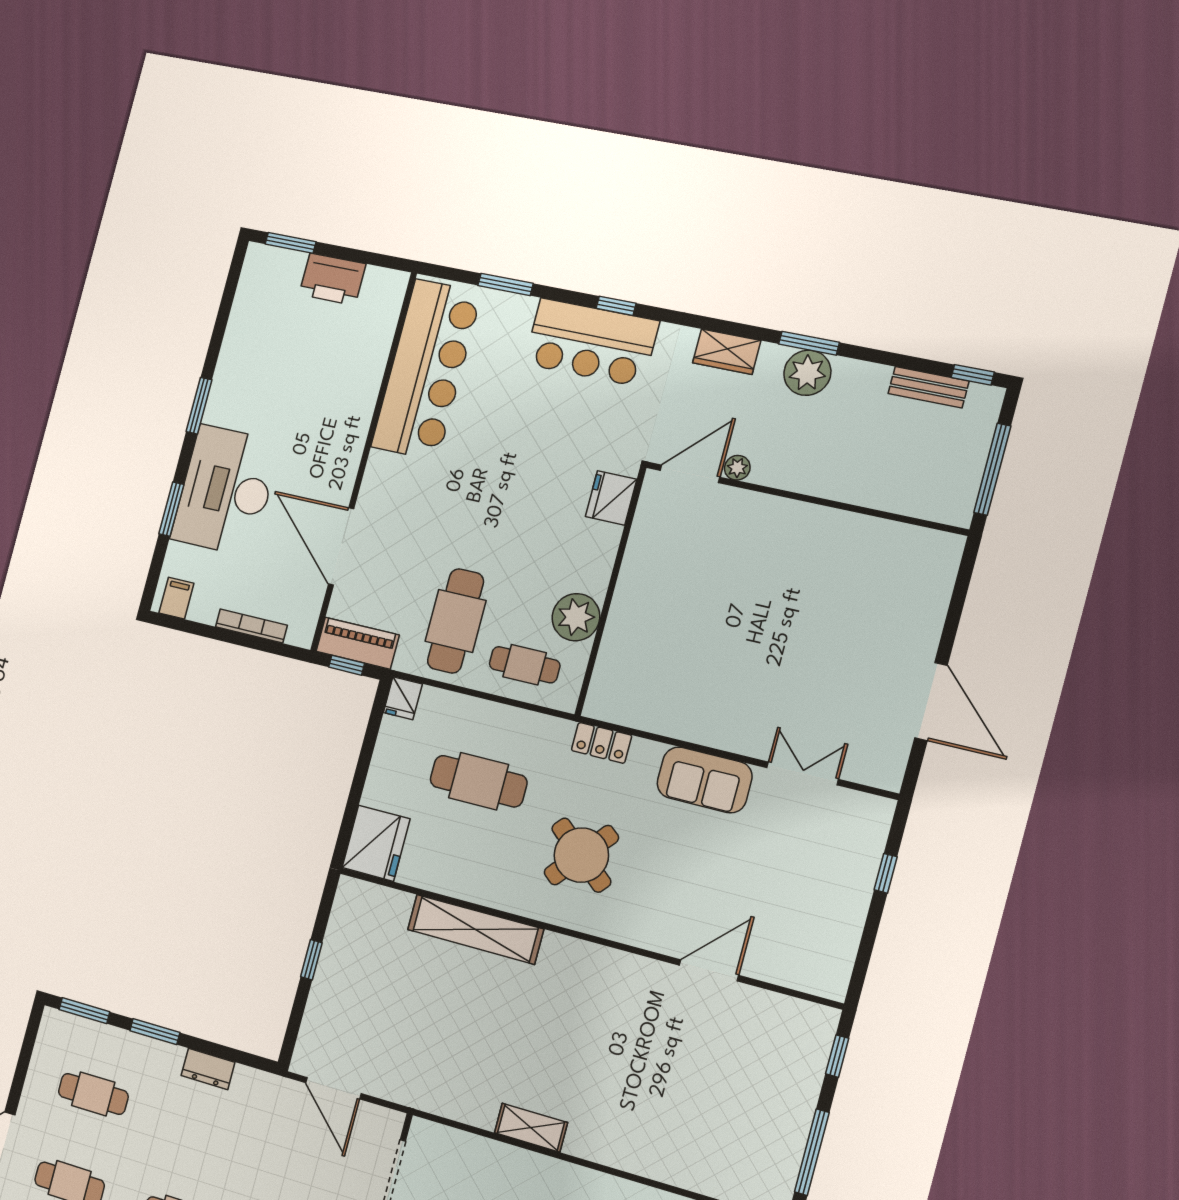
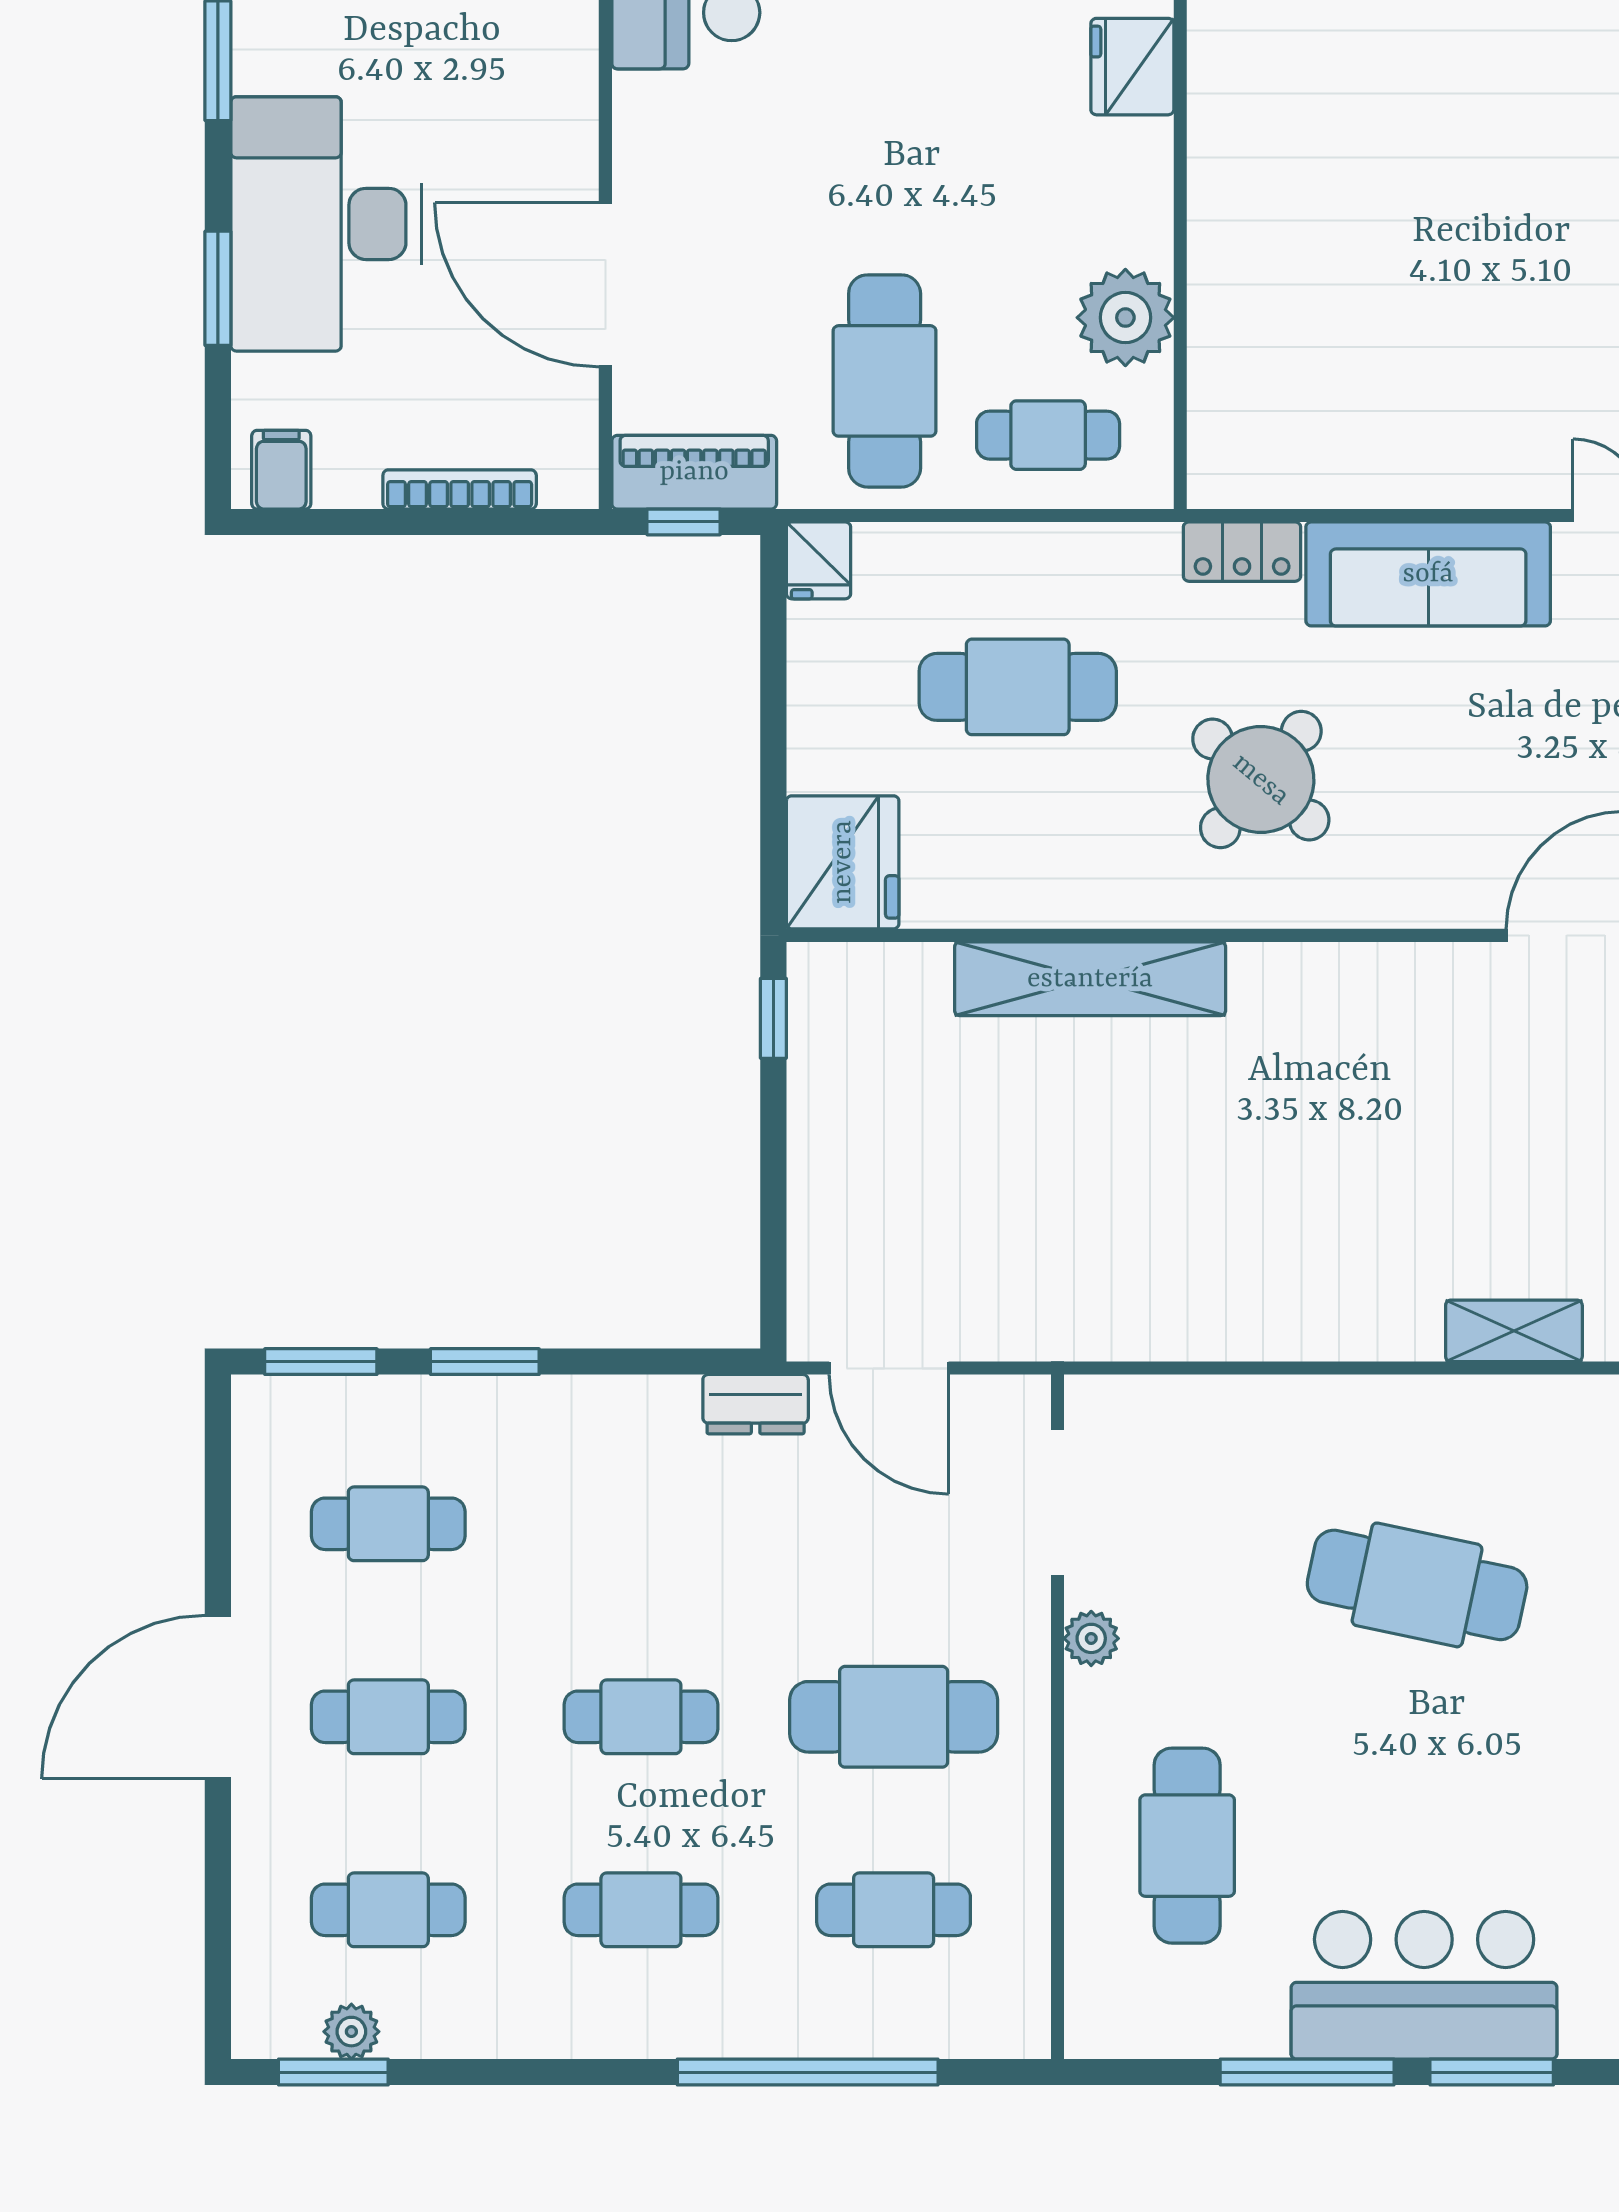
sofa: (704, 780) -> (1428, 574), width x1.36
window: (311, 960) -> (773, 1018), moved
dresser: (208, 1069) -> (756, 1404), moved
shelving: (531, 1128) -> (1514, 1331), moved

